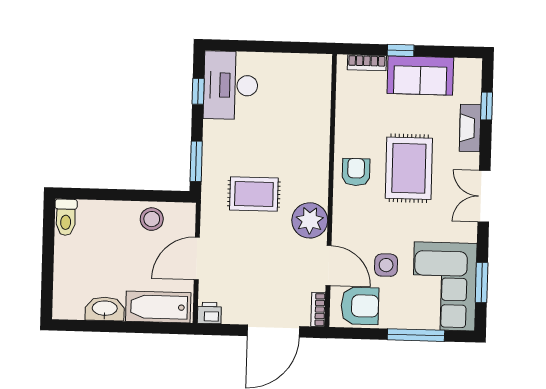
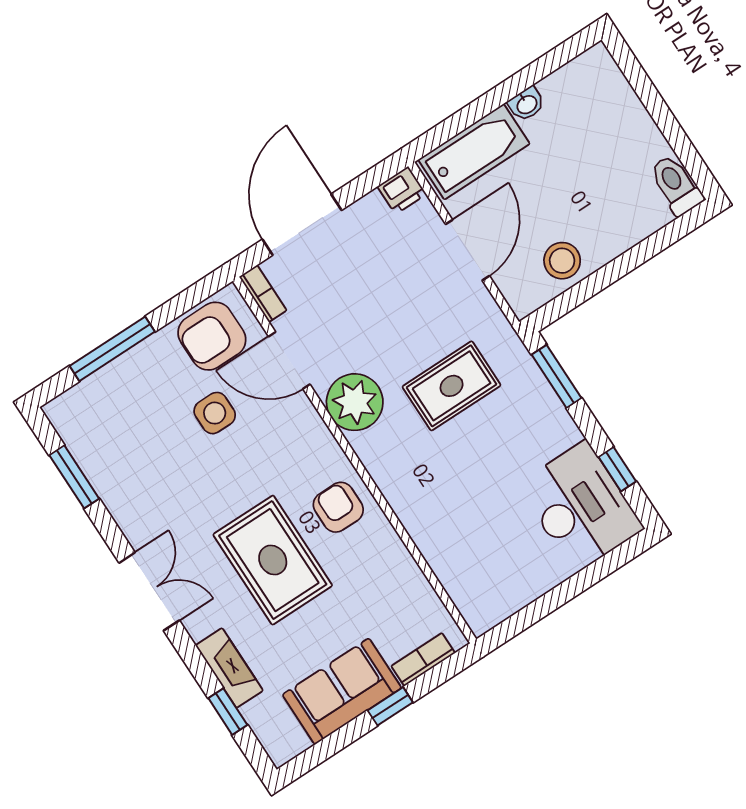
armchair: (356, 172) -> (338, 507), turned 180
corner sofa: (445, 286) -> (119, 438), removed
washbasin: (105, 309) -> (527, 104), width x0.52, depth x0.69

